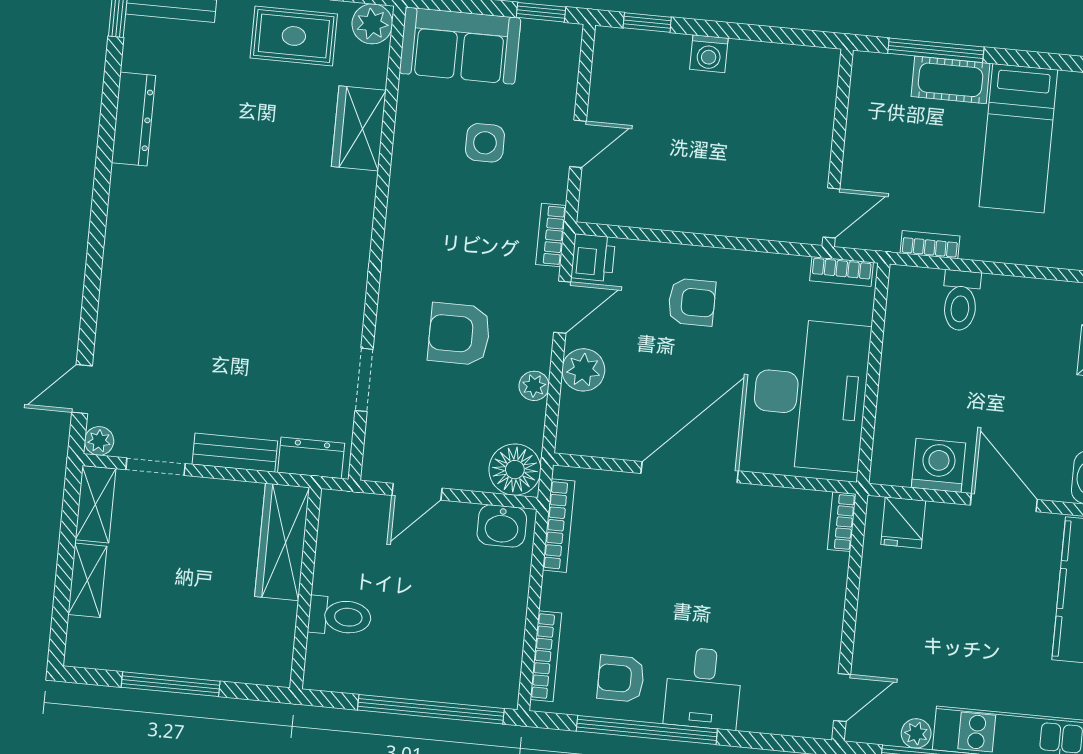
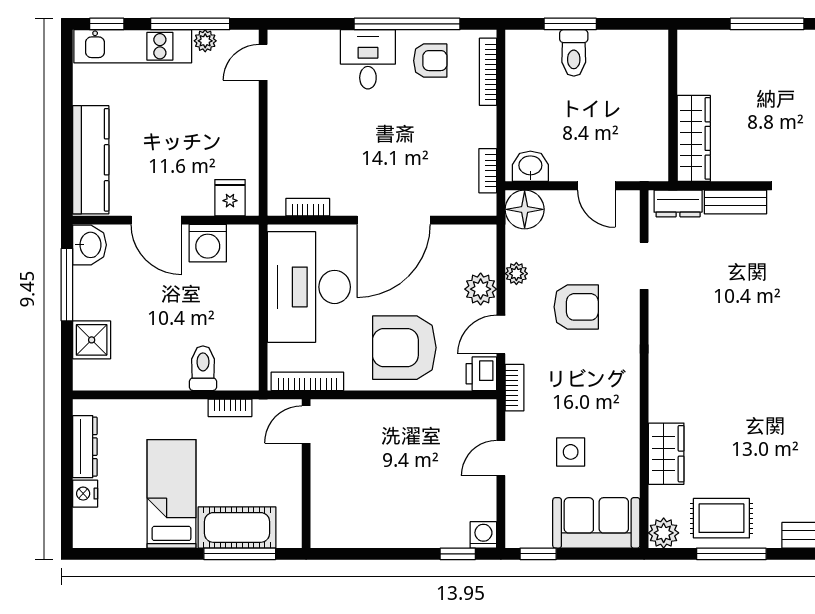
washing machine: (709, 54) -> (483, 535), moved
cot: (950, 80) -> (237, 527), width x1.37, depth x1.34
bookcase: (841, 272) -> (307, 381), width x1.56
armchair: (692, 302) -> (404, 348), width x1.88, depth x1.88
door: (417, 492) -> (596, 186), swing flipped
bookcase: (842, 522) -> (308, 207), moved, turned -90
bookcase: (559, 526) -> (488, 171), width x0.64
toilet: (340, 616) -> (574, 53), moved, turned -90
window: (431, 709) -> (570, 24), width x0.47

